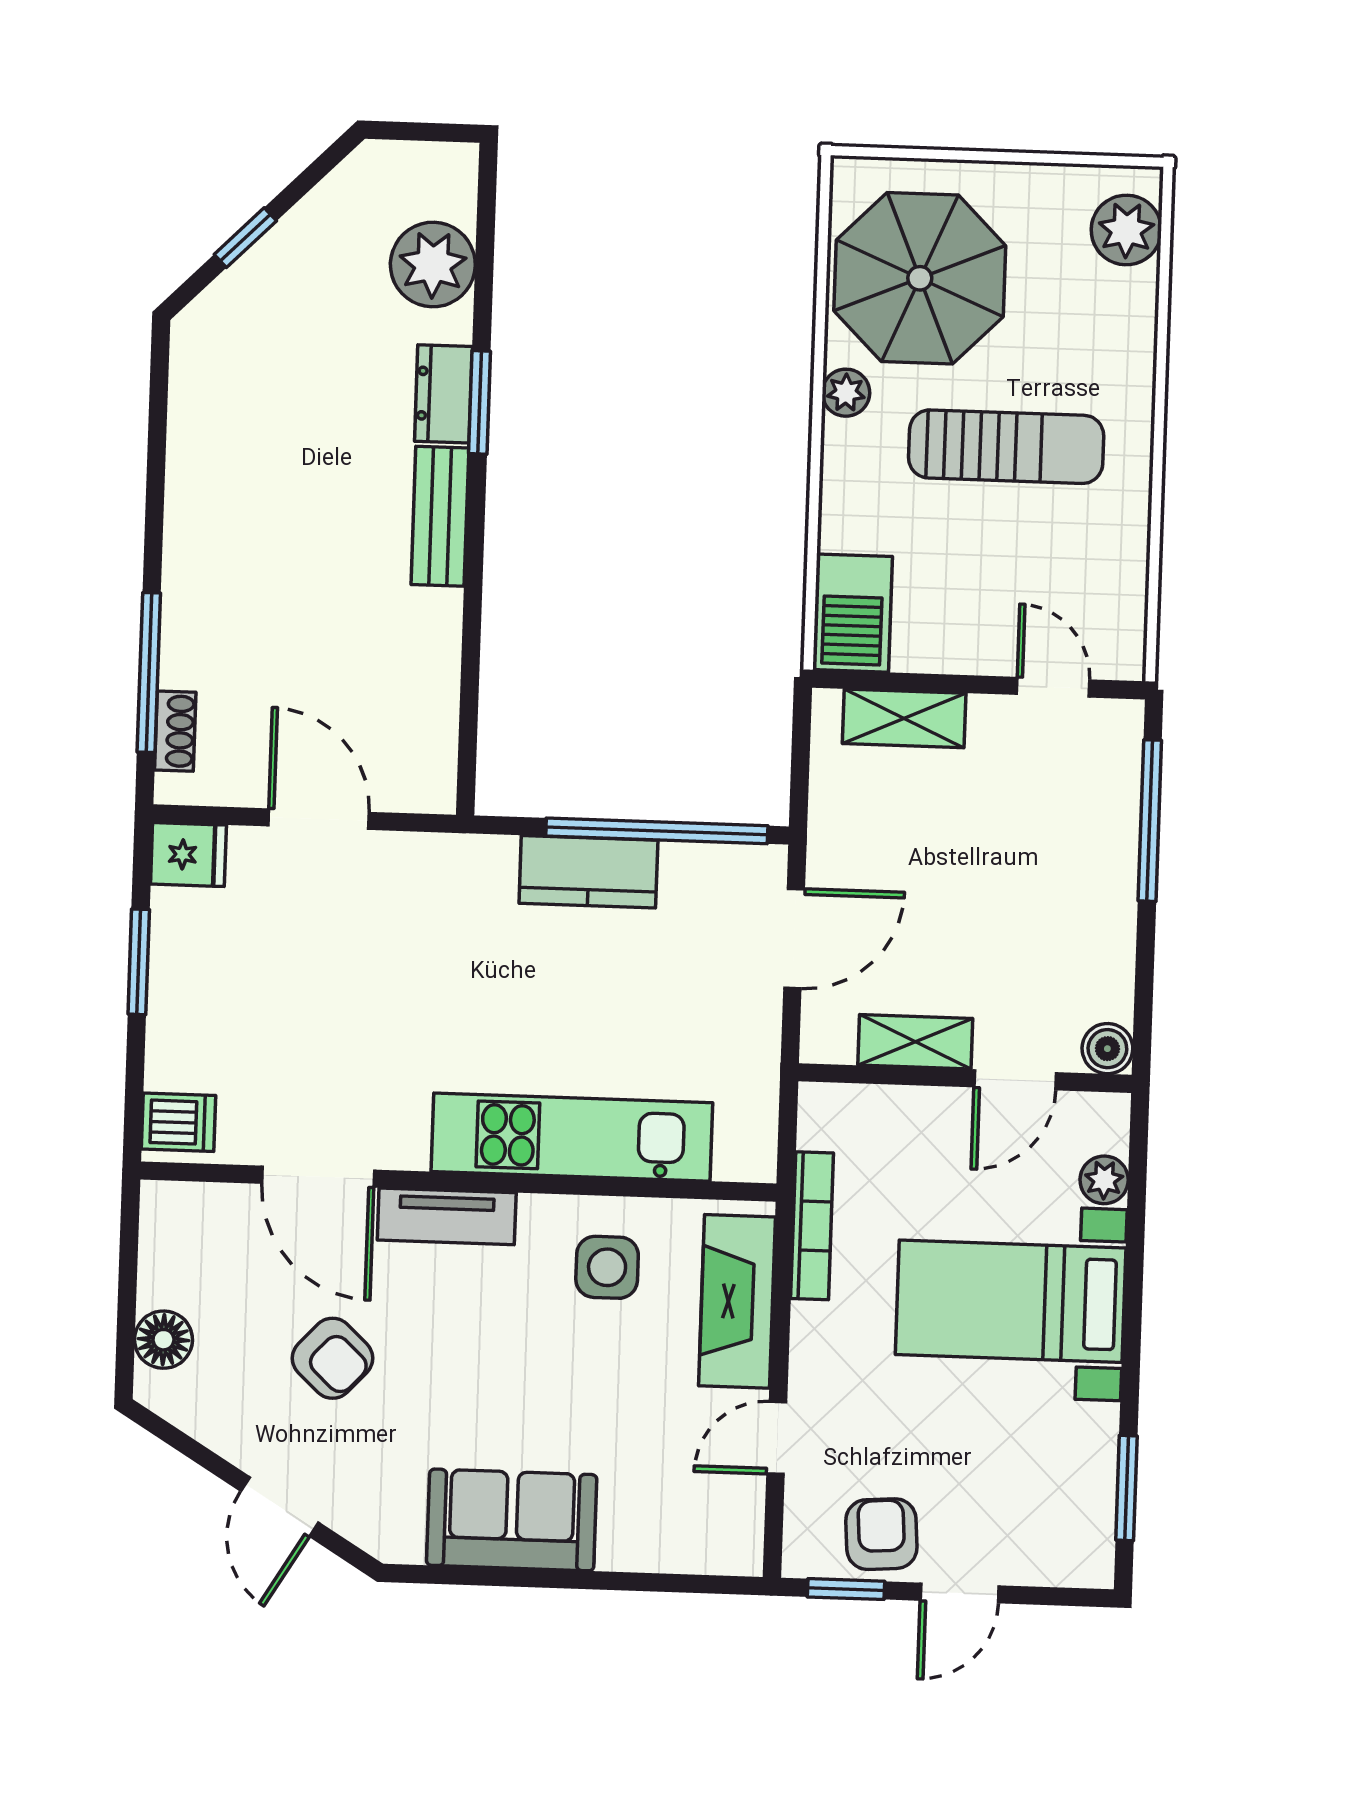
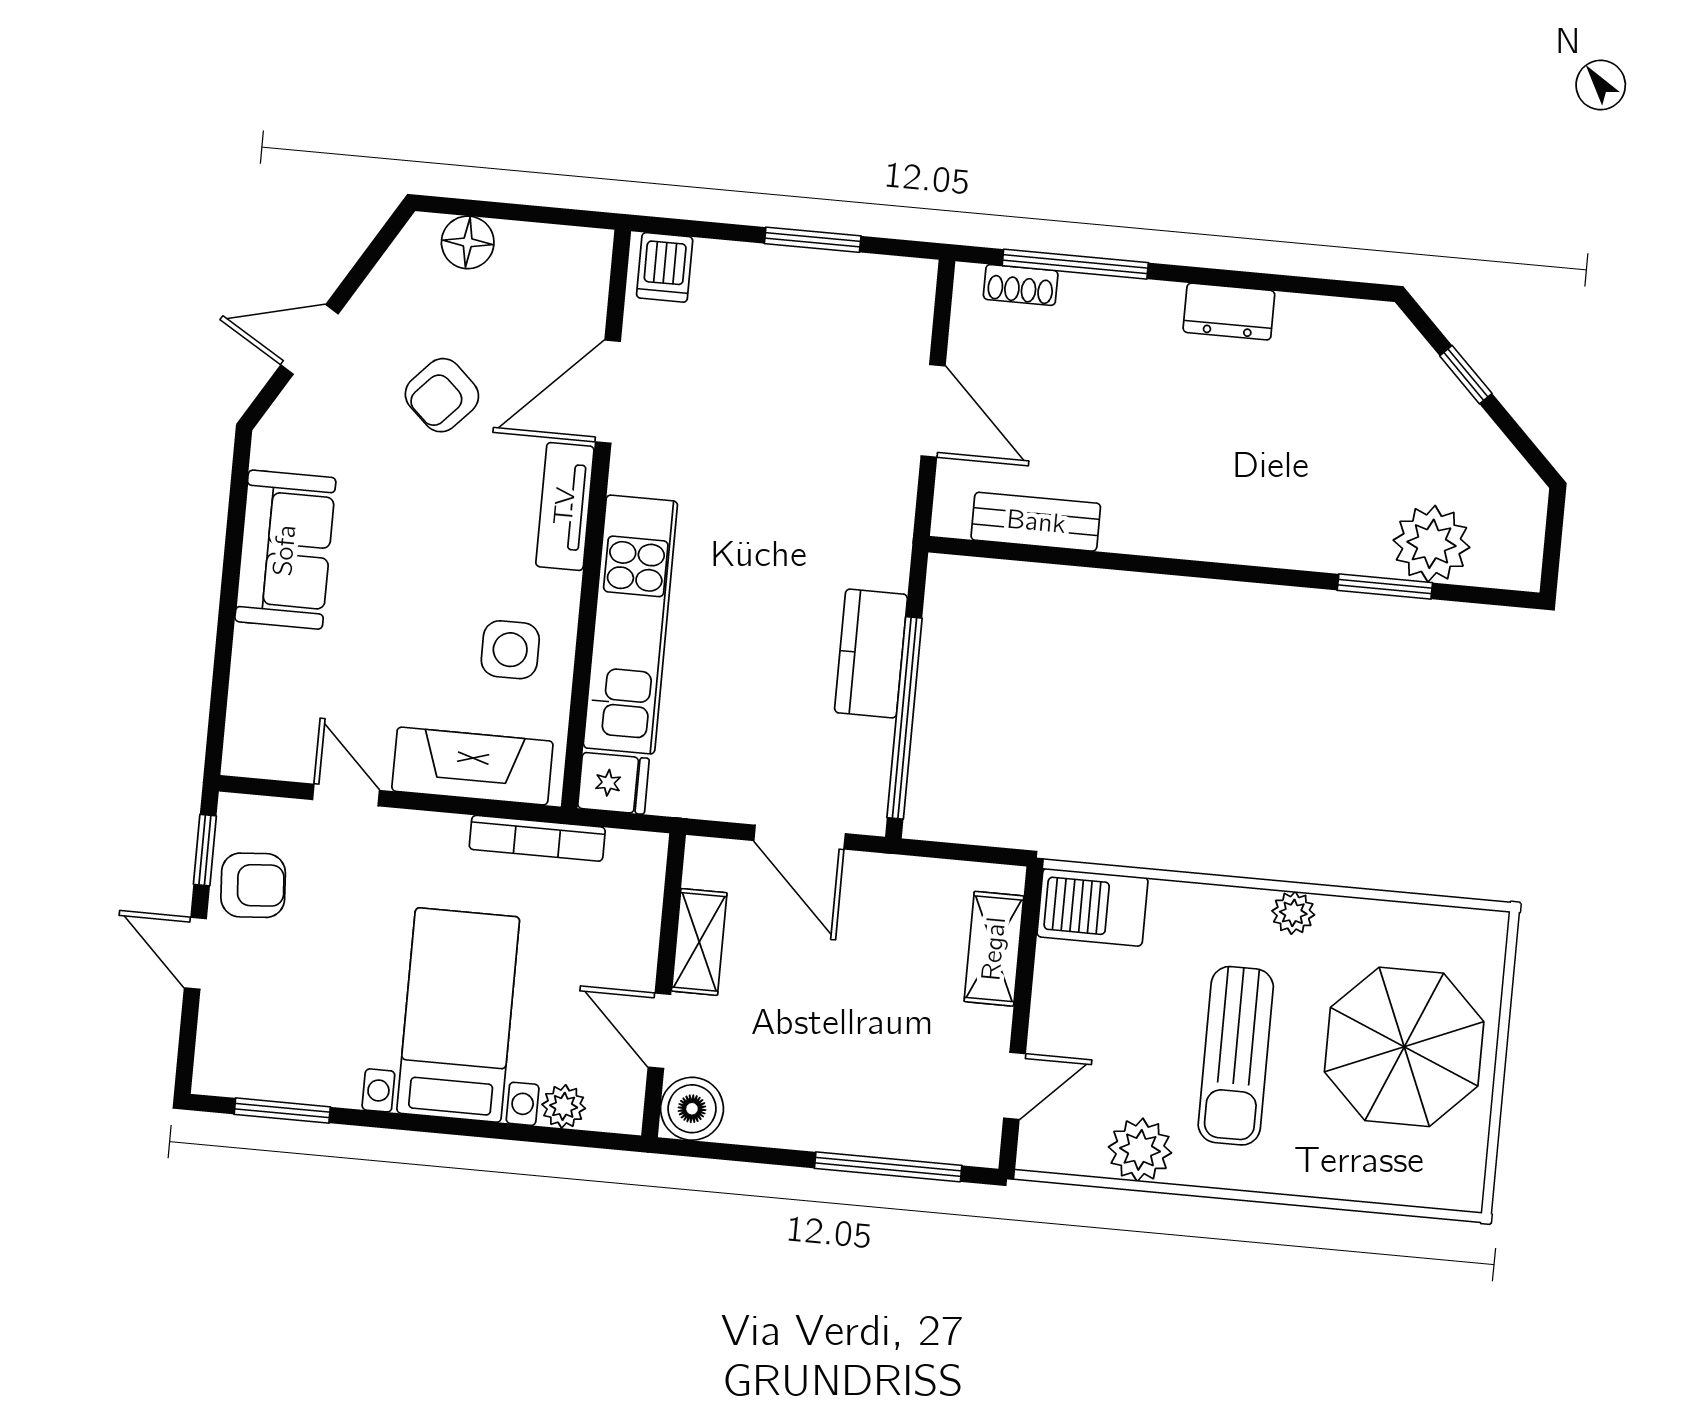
plant: (1126, 230) -> (1140, 1150), moved
parasol: (920, 278) -> (1404, 1047), moved
dresser: (443, 394) -> (1229, 312), moved, turned 180
window: (480, 402) -> (1385, 587), moved
bench: (440, 516) -> (1036, 522), moved
door: (319, 819) -> (933, 411), hinge flipped
fridge: (188, 855) -> (613, 783), moved, turned -90
boiler: (1107, 1049) -> (692, 1109), width x1.36, depth x1.36

